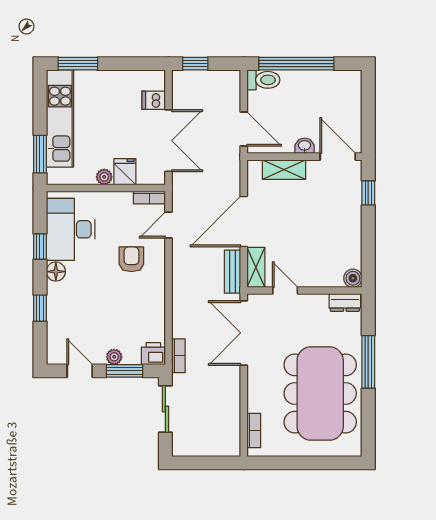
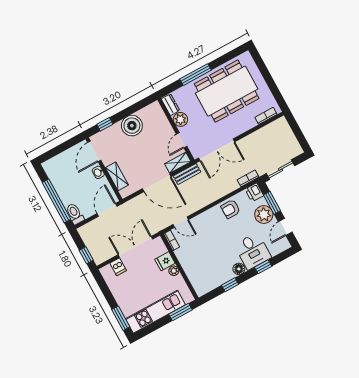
desk: (71, 229) -> (253, 251), moved, width x0.73
armchair: (131, 259) -> (231, 209), moved
boiler: (353, 278) -> (132, 126), moved, width x1.86, depth x1.86
plant: (316, 305) -> (180, 119), added
plant: (114, 357) -> (264, 215), width x1.88, depth x1.88

